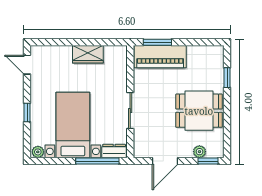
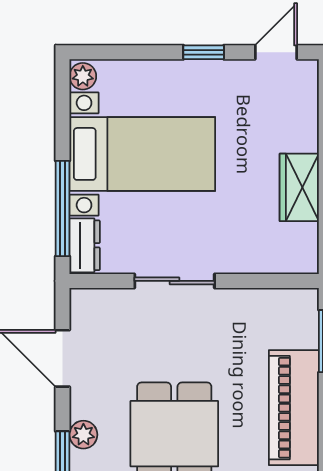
piano: (160, 57) -> (294, 408), moved
window: (27, 113) -> (204, 52), moved

